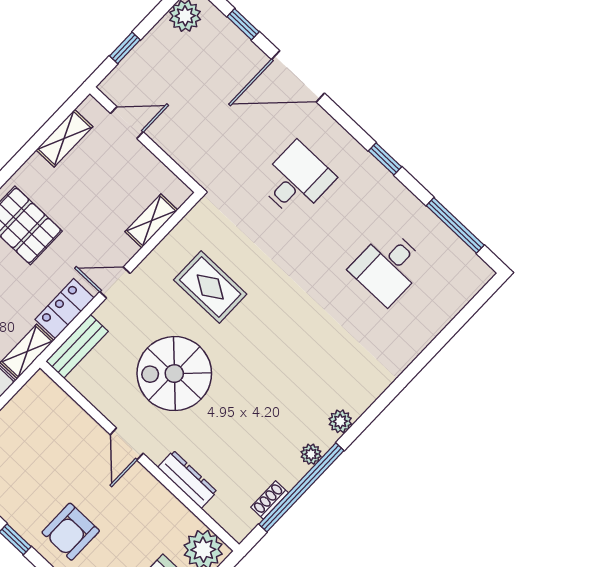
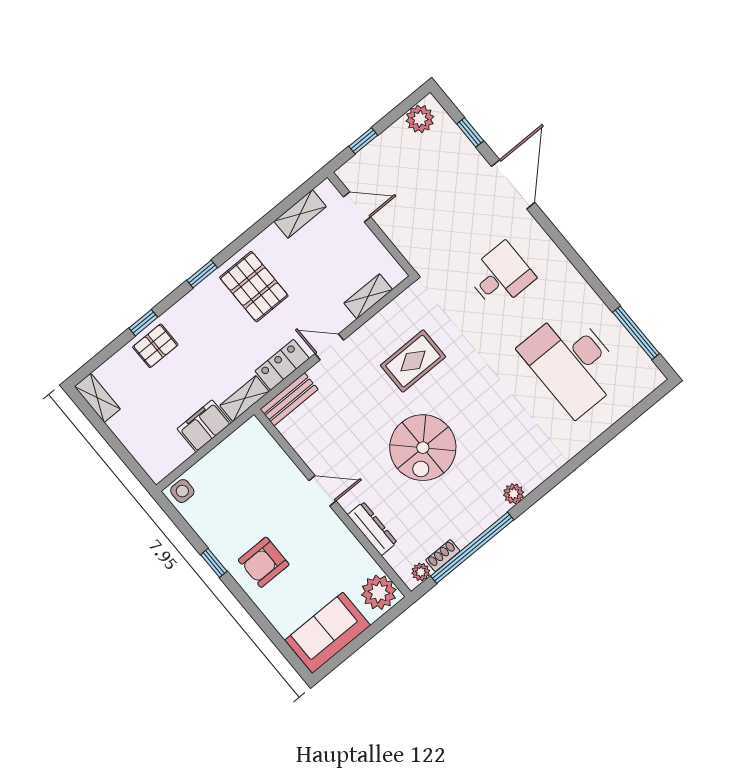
door: (298, 76) -> (513, 184), swing flipped
window: (385, 159) -> (581, 267), removed
desk: (388, 267) -> (572, 362), width x1.87, depth x1.30
rug: (210, 287) -> (413, 361), turned 90
spiral stairs: (174, 374) -> (423, 448), moved, turned -90
door: (127, 444) -> (322, 491), swing flipped
plant: (311, 454) -> (421, 572), moved

